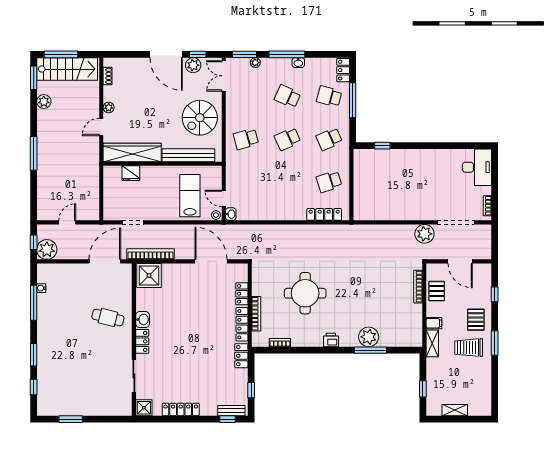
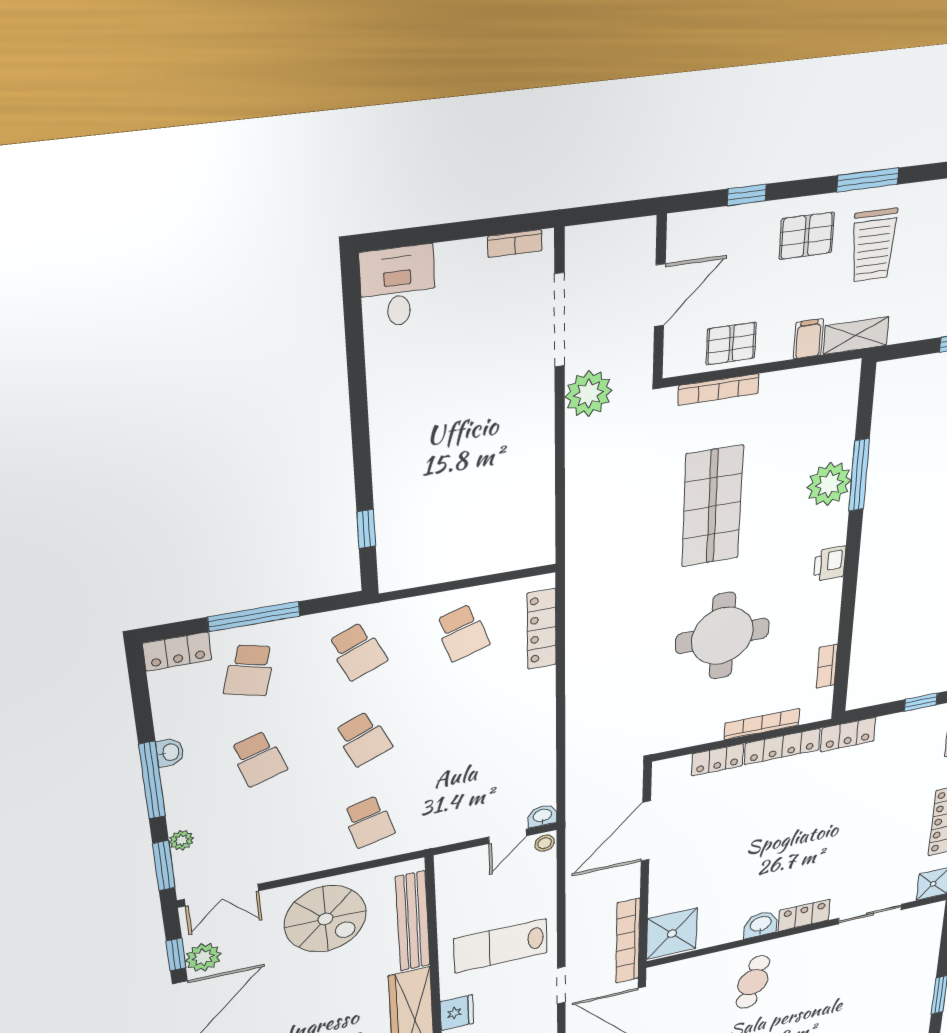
school desk: (288, 96) -> (258, 759), turned -42
desk: (477, 167) -> (398, 287), width x0.73
lab bench: (190, 196) -> (501, 946), moved
shop shelf: (367, 286) -> (712, 506), added

